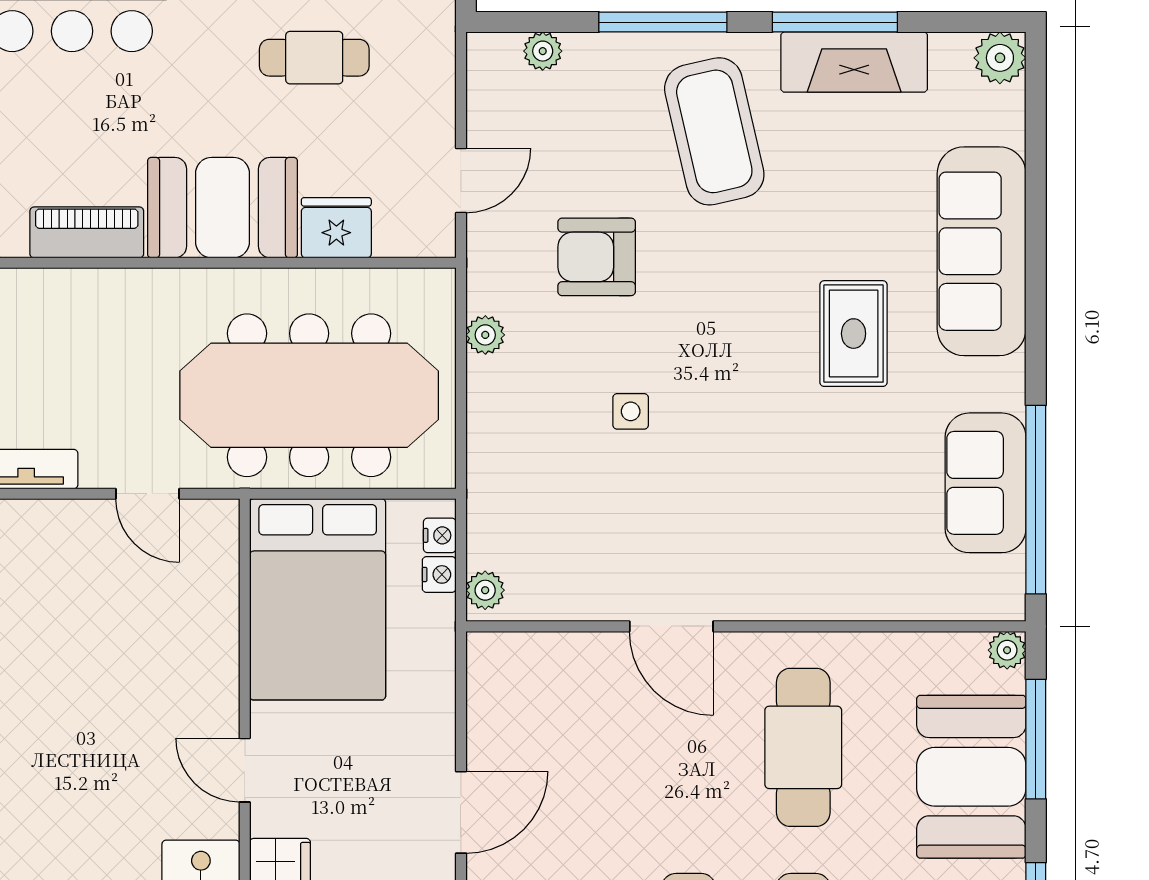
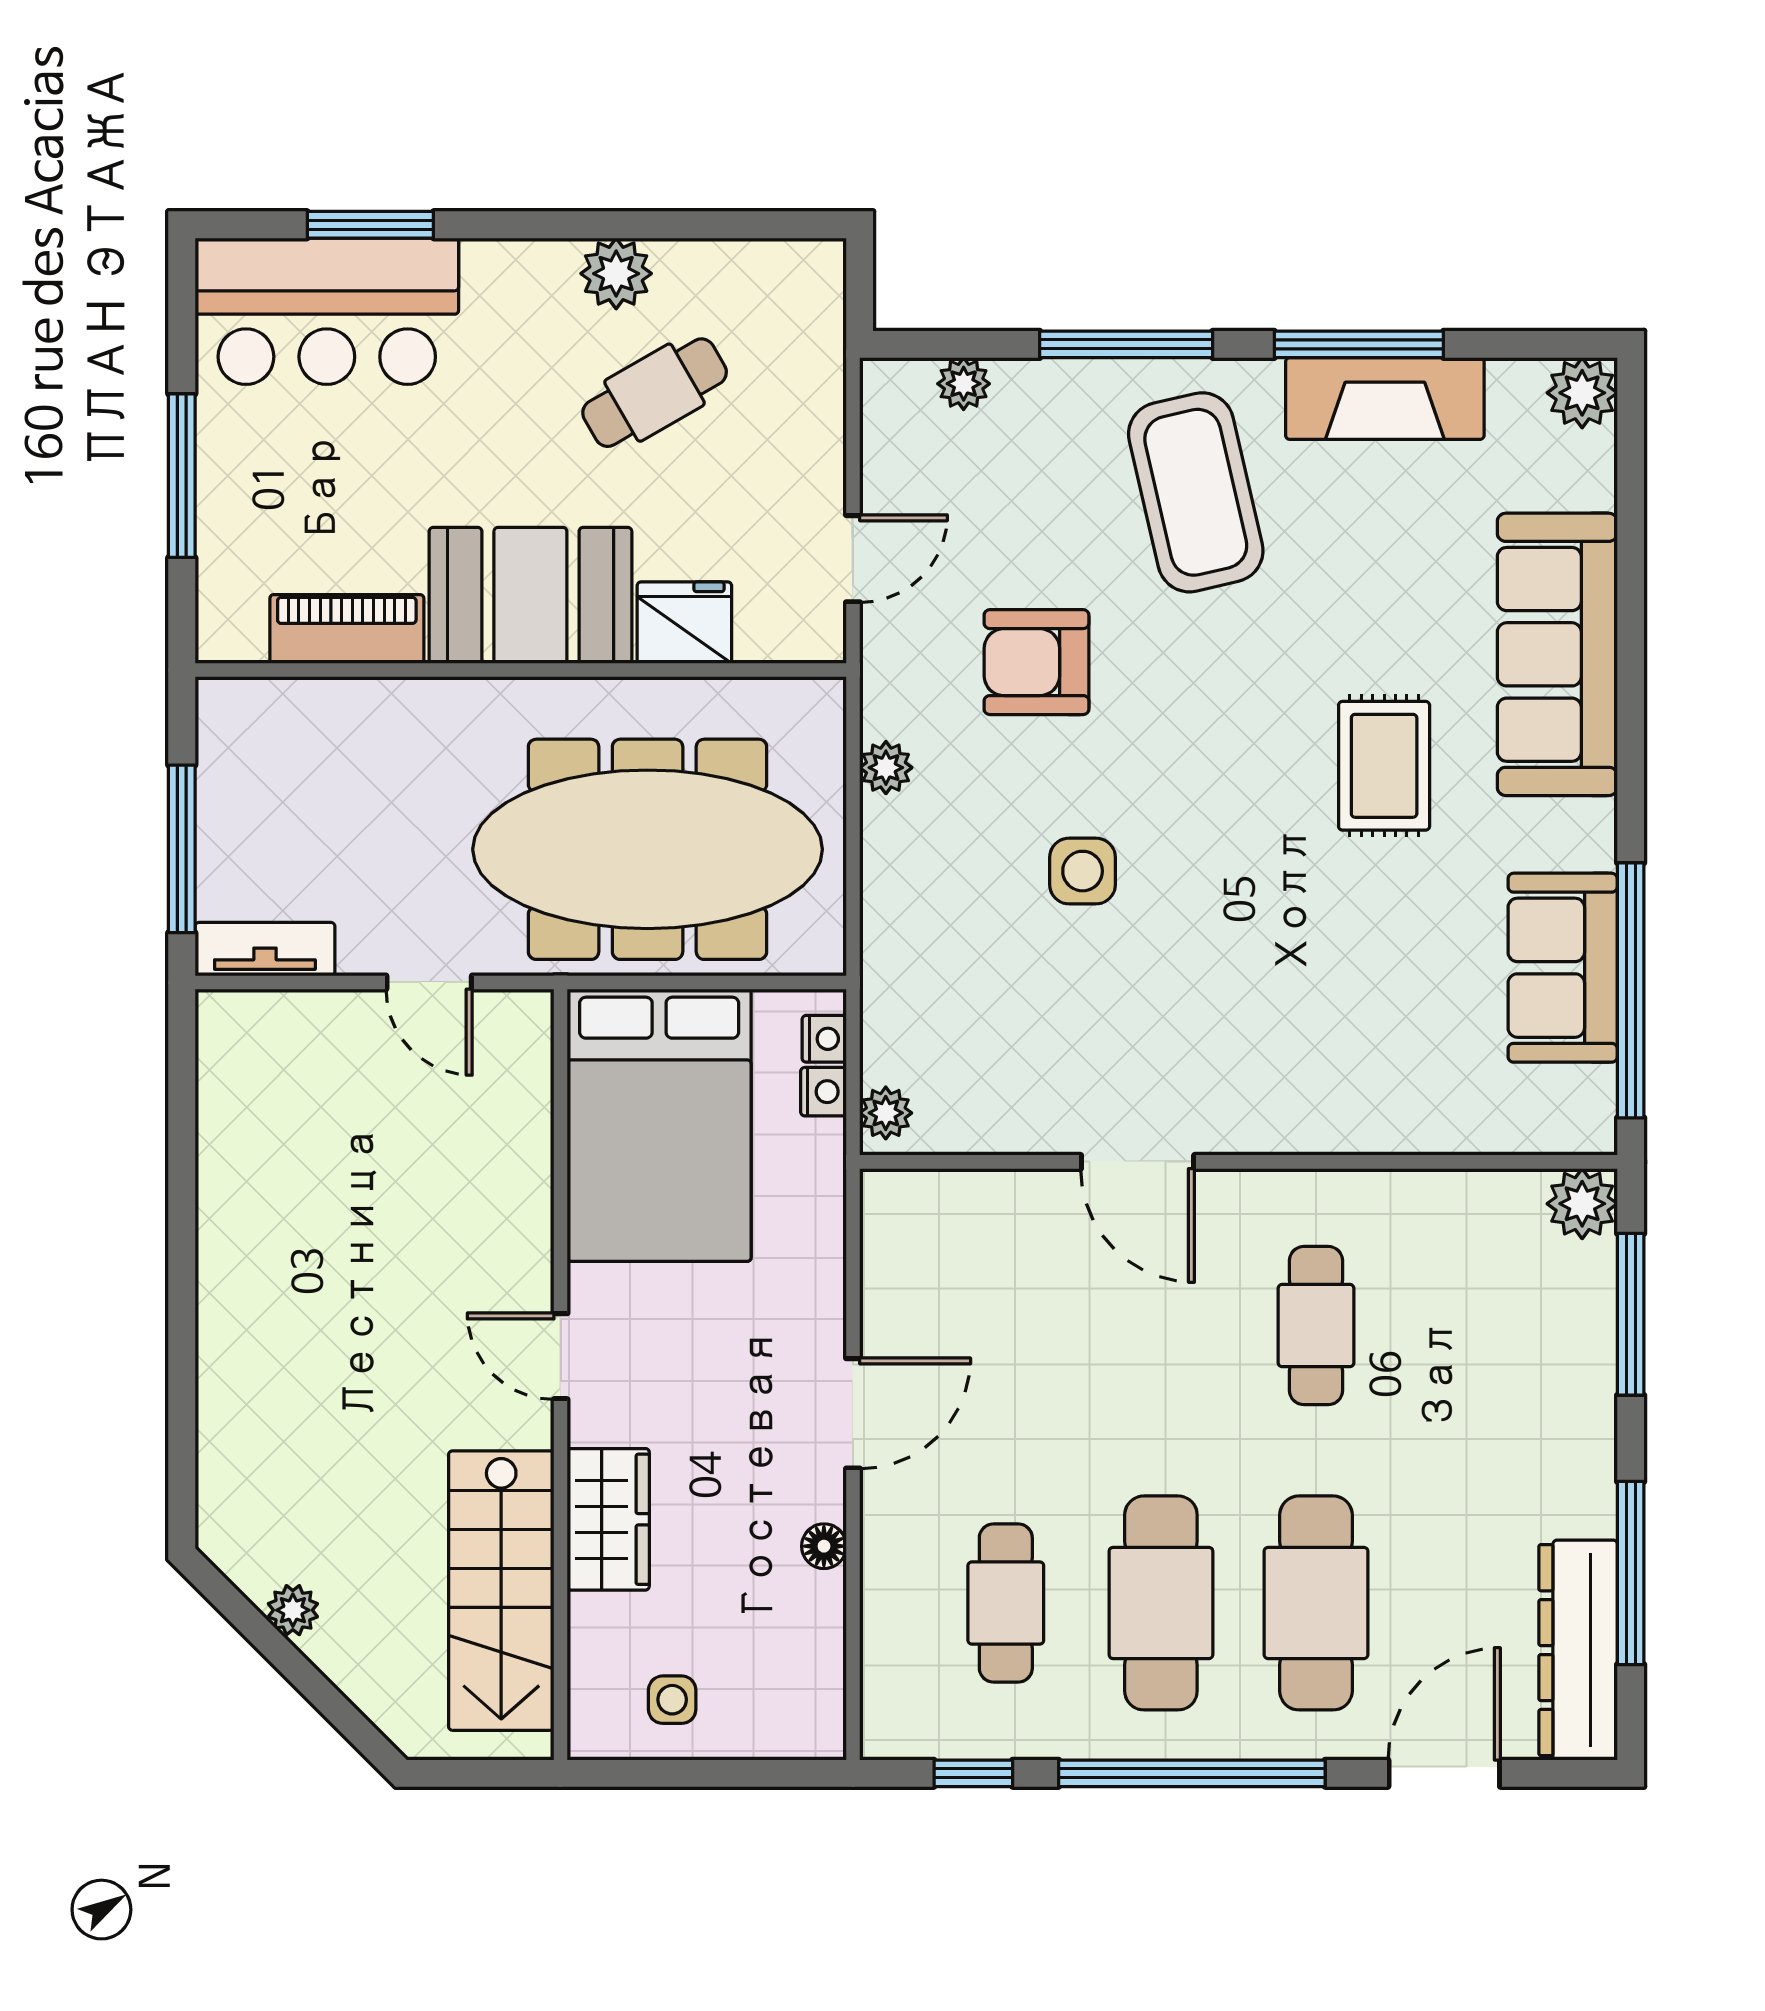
cafe table: (314, 58) -> (655, 393), turned -30
side table: (631, 411) -> (1083, 871), width x1.37, depth x1.37
plant: (1007, 650) -> (1582, 1204), width x1.38, depth x1.38
cafe table: (803, 747) -> (1316, 1326), width x0.73, depth x0.74
booth: (971, 777) -> (1543, 1365), removed

